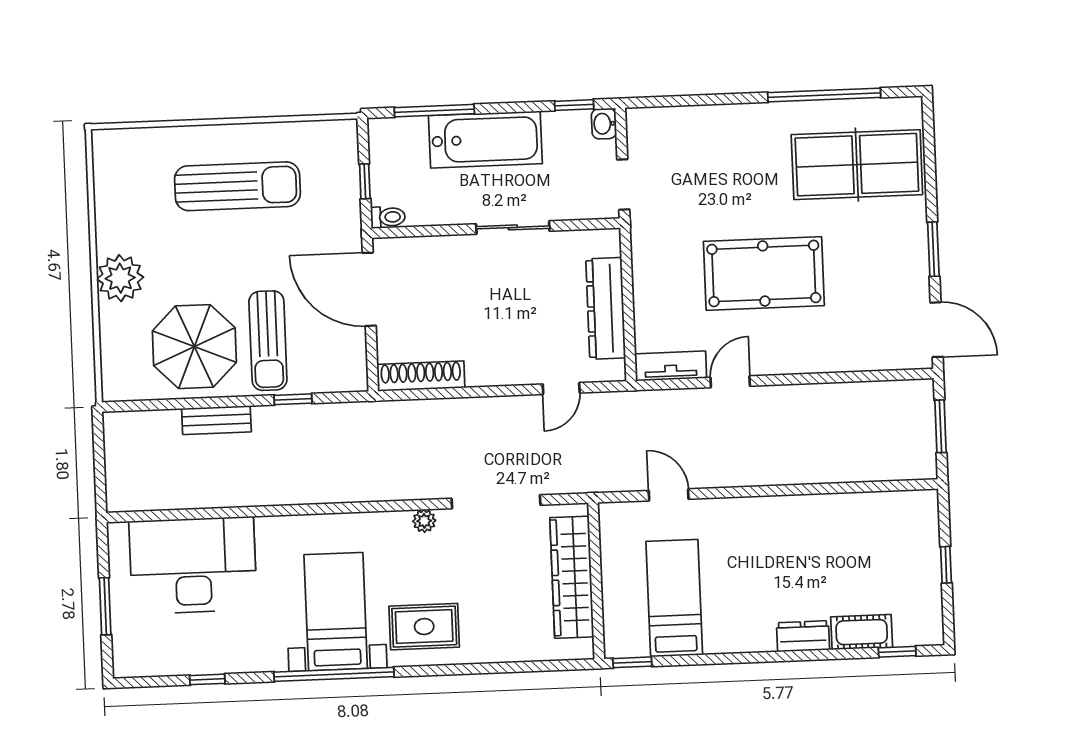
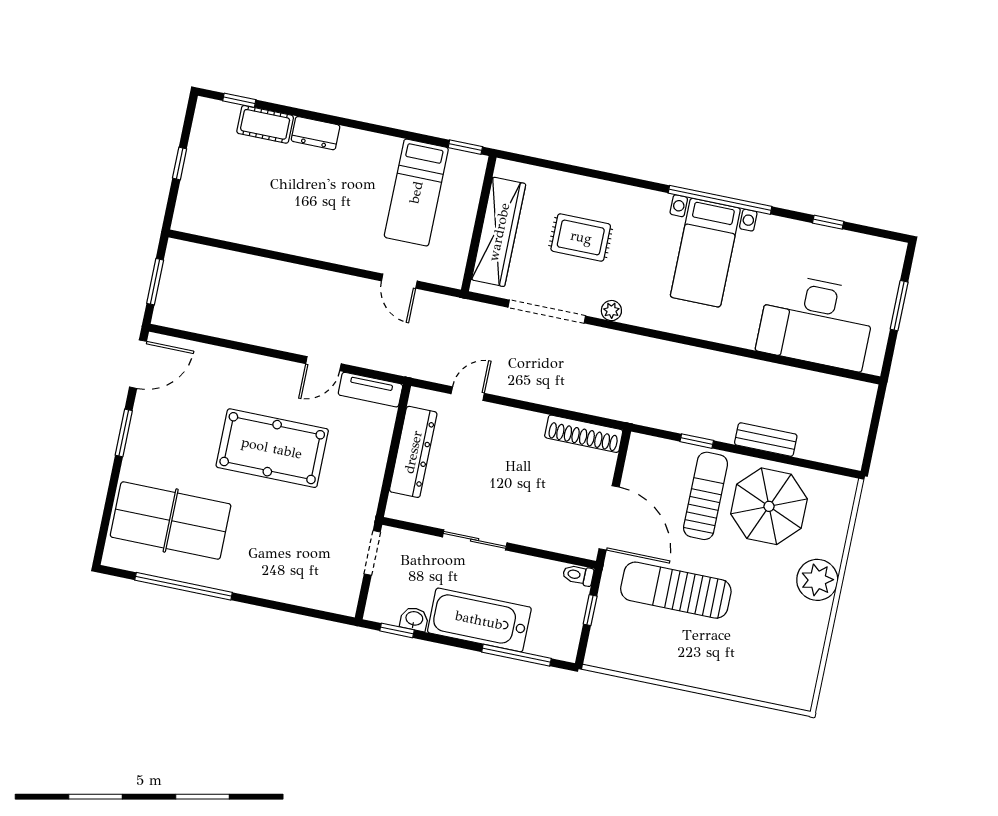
washbasin: (604, 124) -> (414, 619), moved, turned -90
sun lounger: (237, 186) -> (676, 590), moved
door: (937, 330) -> (138, 364), swing flipped
rug: (424, 627) -> (581, 237), moved

